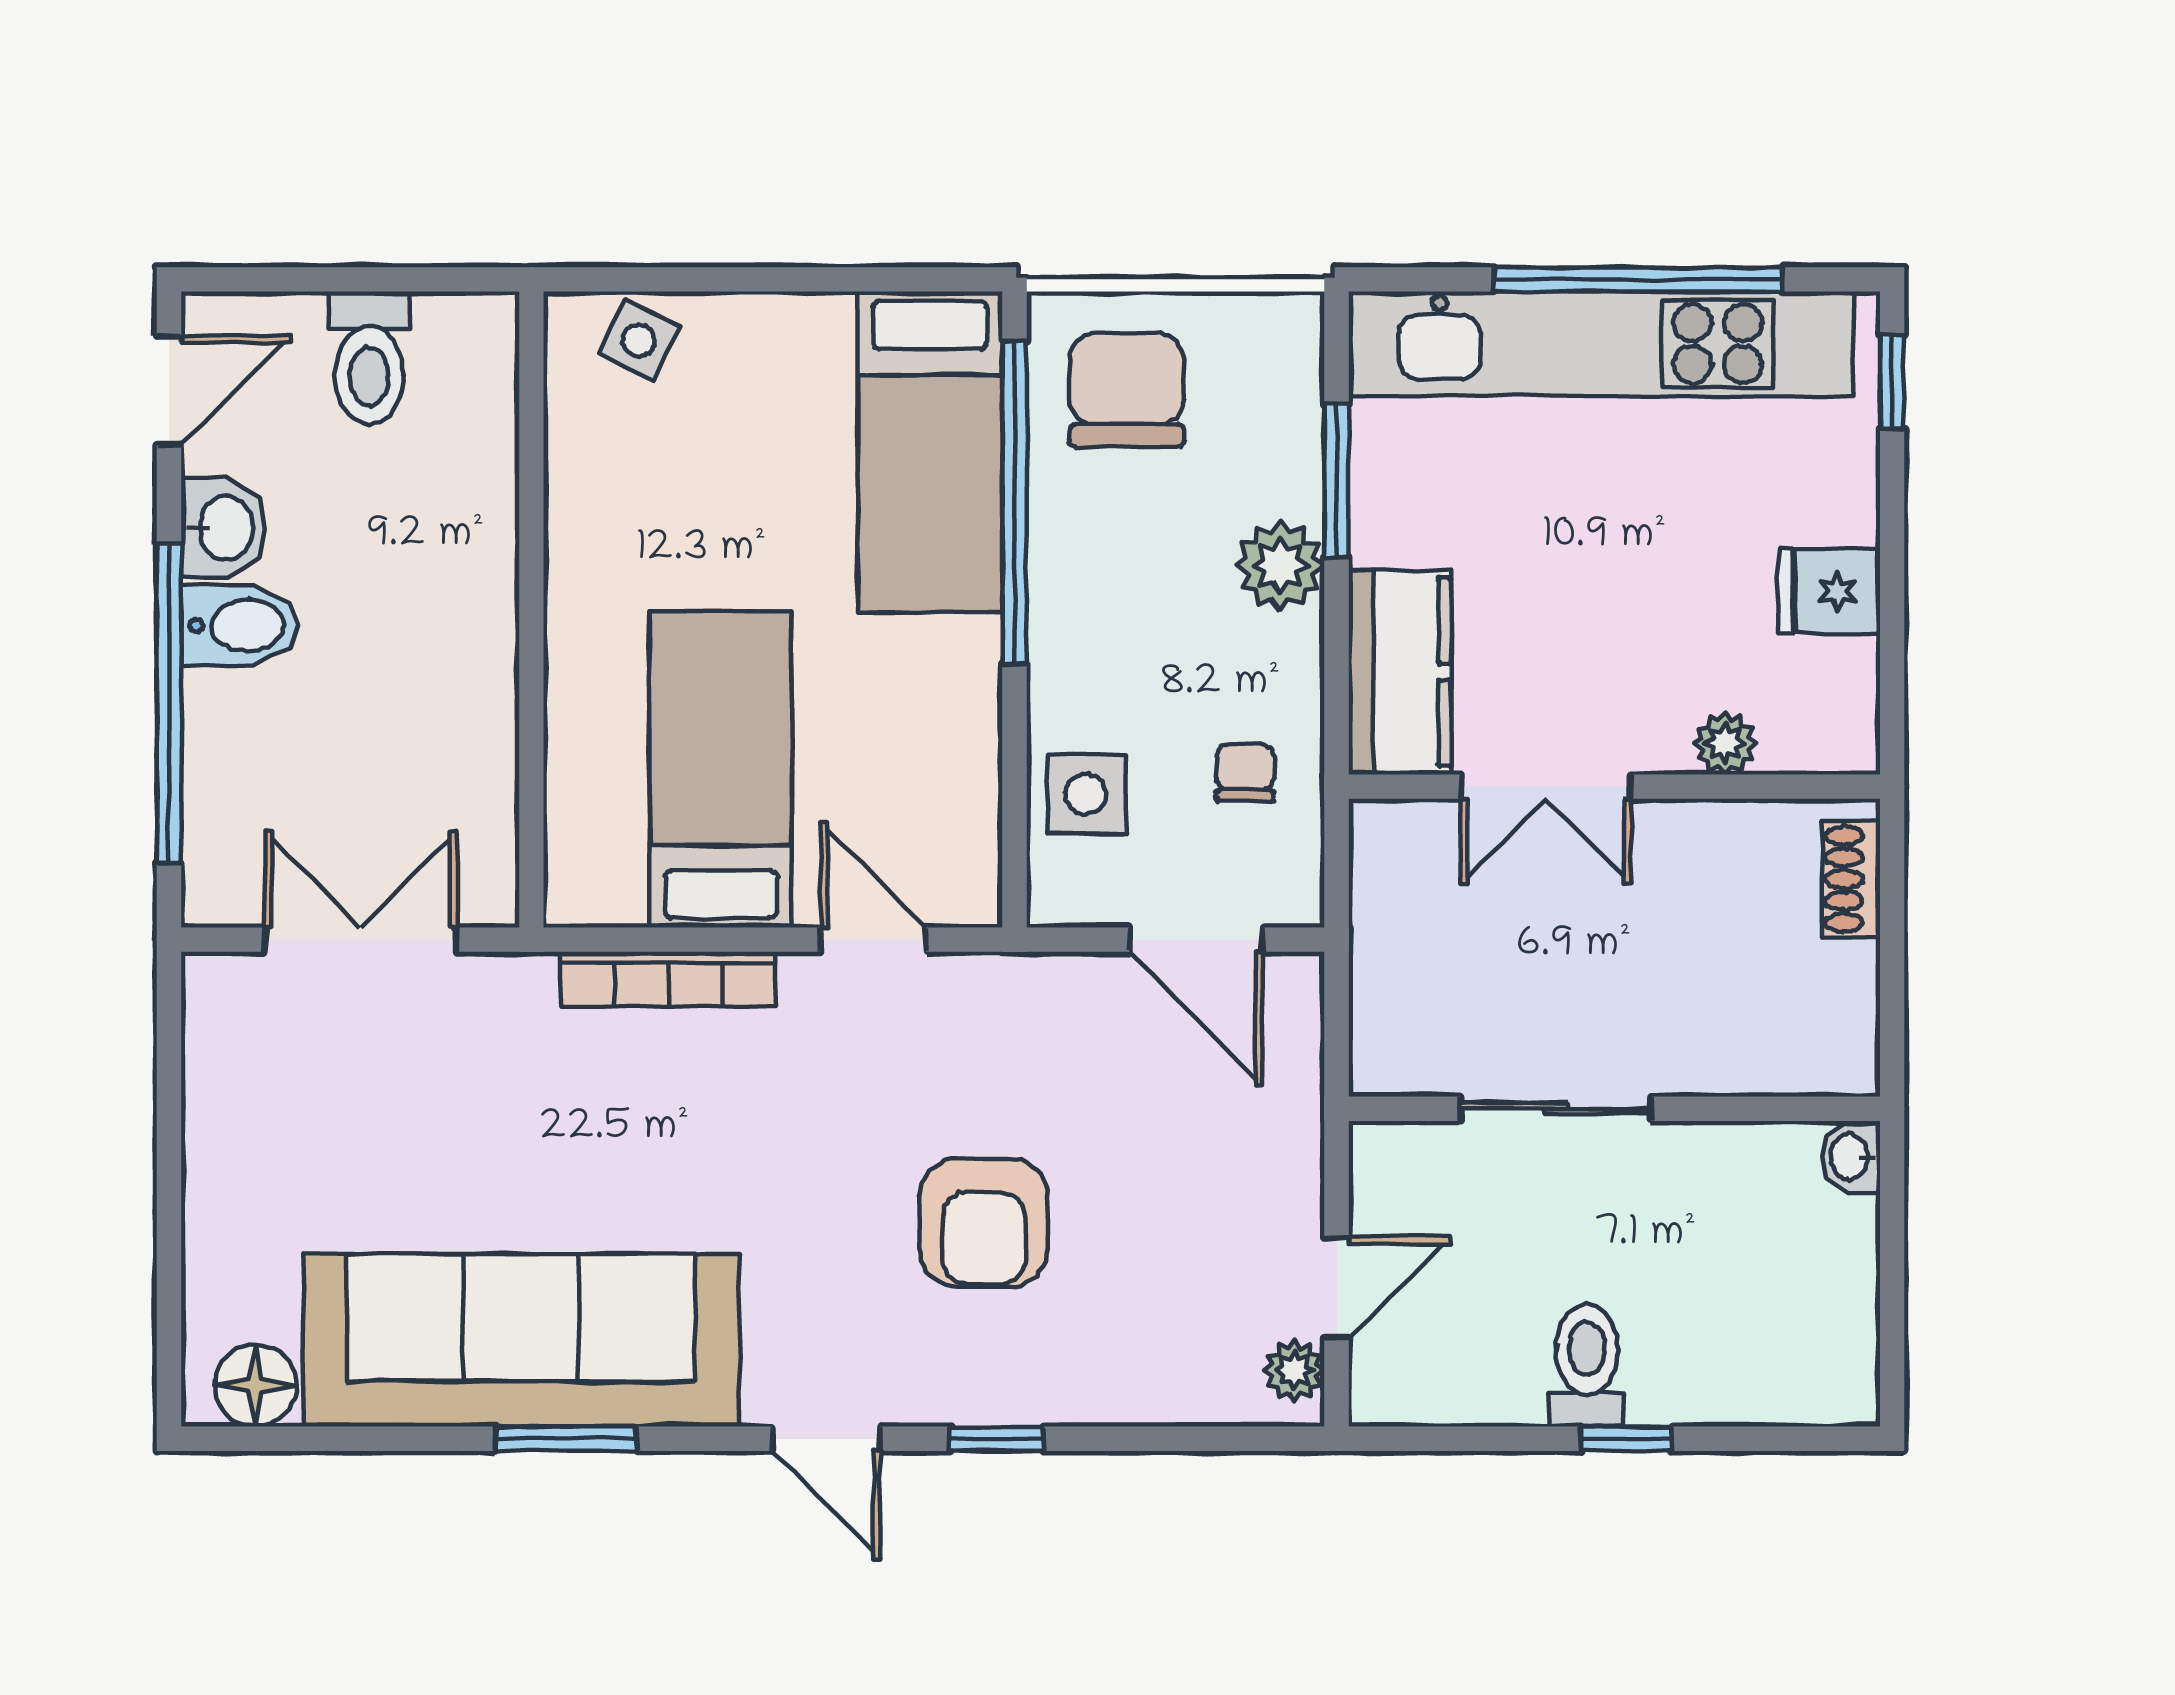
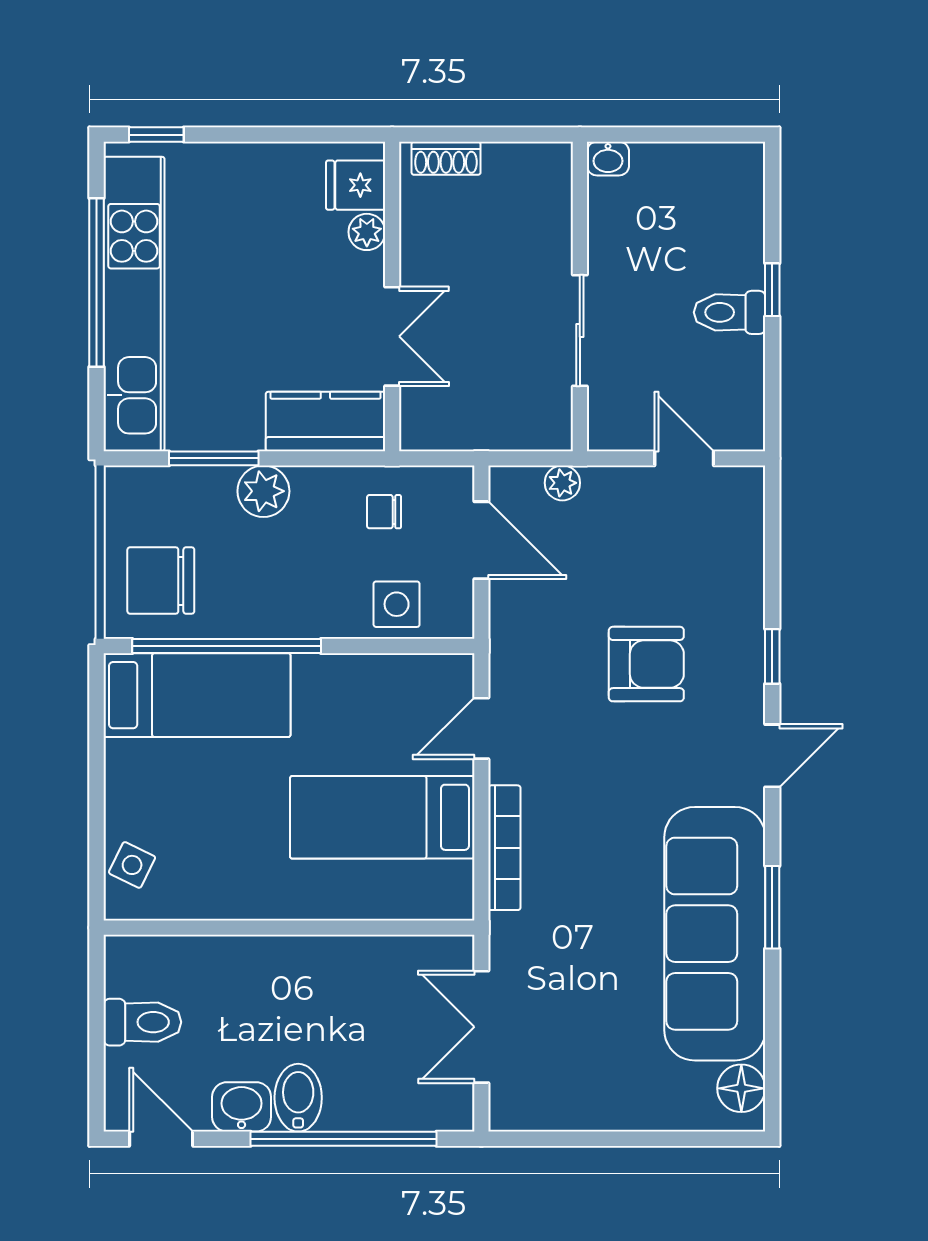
fridge: (1829, 591) -> (356, 185), moved, turned 90
door: (1196, 940) -> (481, 540), hinge flipped
plant: (1294, 1370) -> (562, 483), moved

